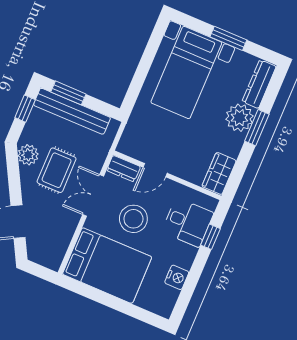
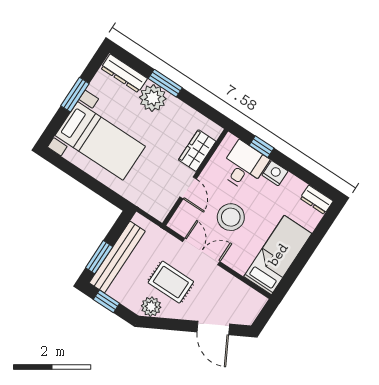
dresser: (123, 169) -> (317, 200), moved, turned 90
wardrobe: (219, 173) -> (197, 151), moved, turned 90
double door: (93, 195) -> (201, 252), swing flipped
bed: (107, 266) -> (278, 255), width x0.67
nightstand: (177, 277) -> (275, 173), moved

